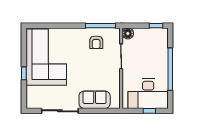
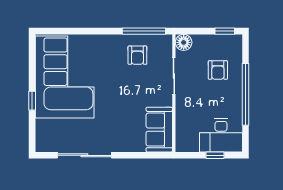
armchair: (151, 52) -> (218, 70), added
desk: (148, 94) -> (221, 135), width x0.73, depth x0.77
sofa: (95, 100) -> (159, 130), moved, turned -90

